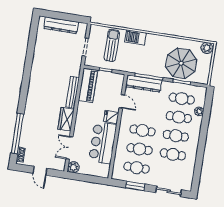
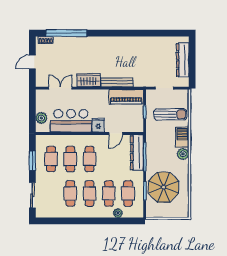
plant: (207, 48) -> (183, 154), moved
plant: (73, 167) -> (41, 118), moved

